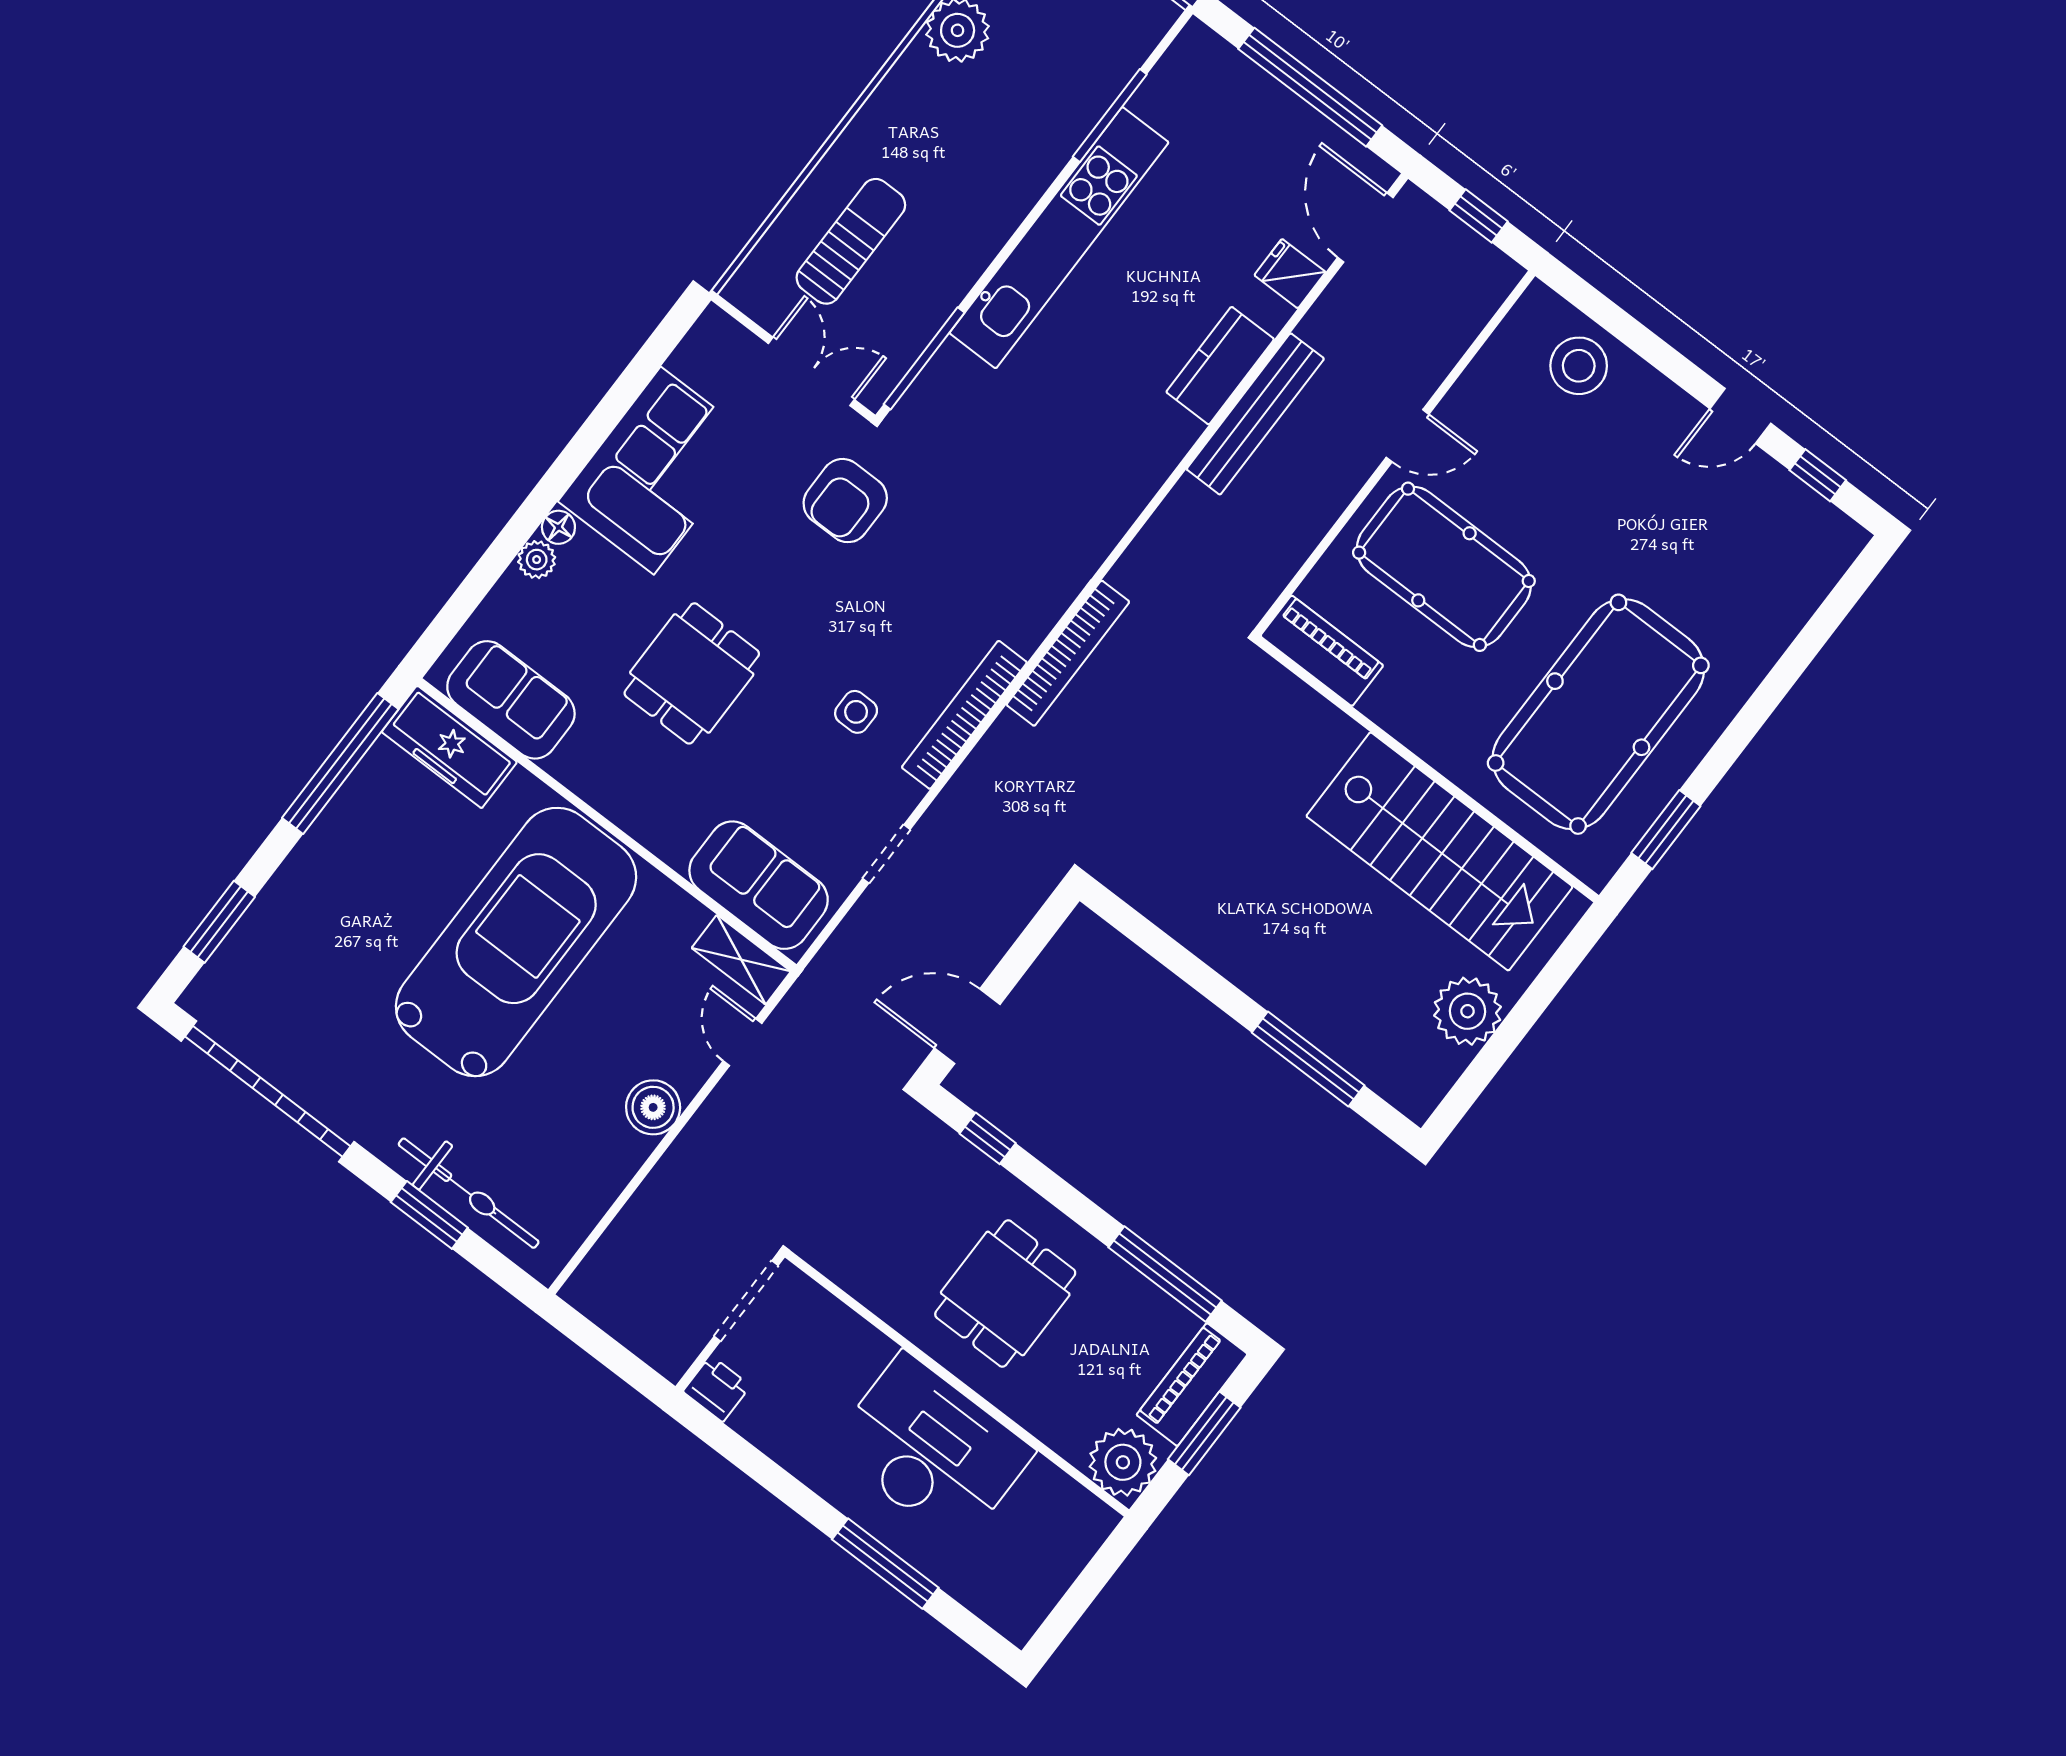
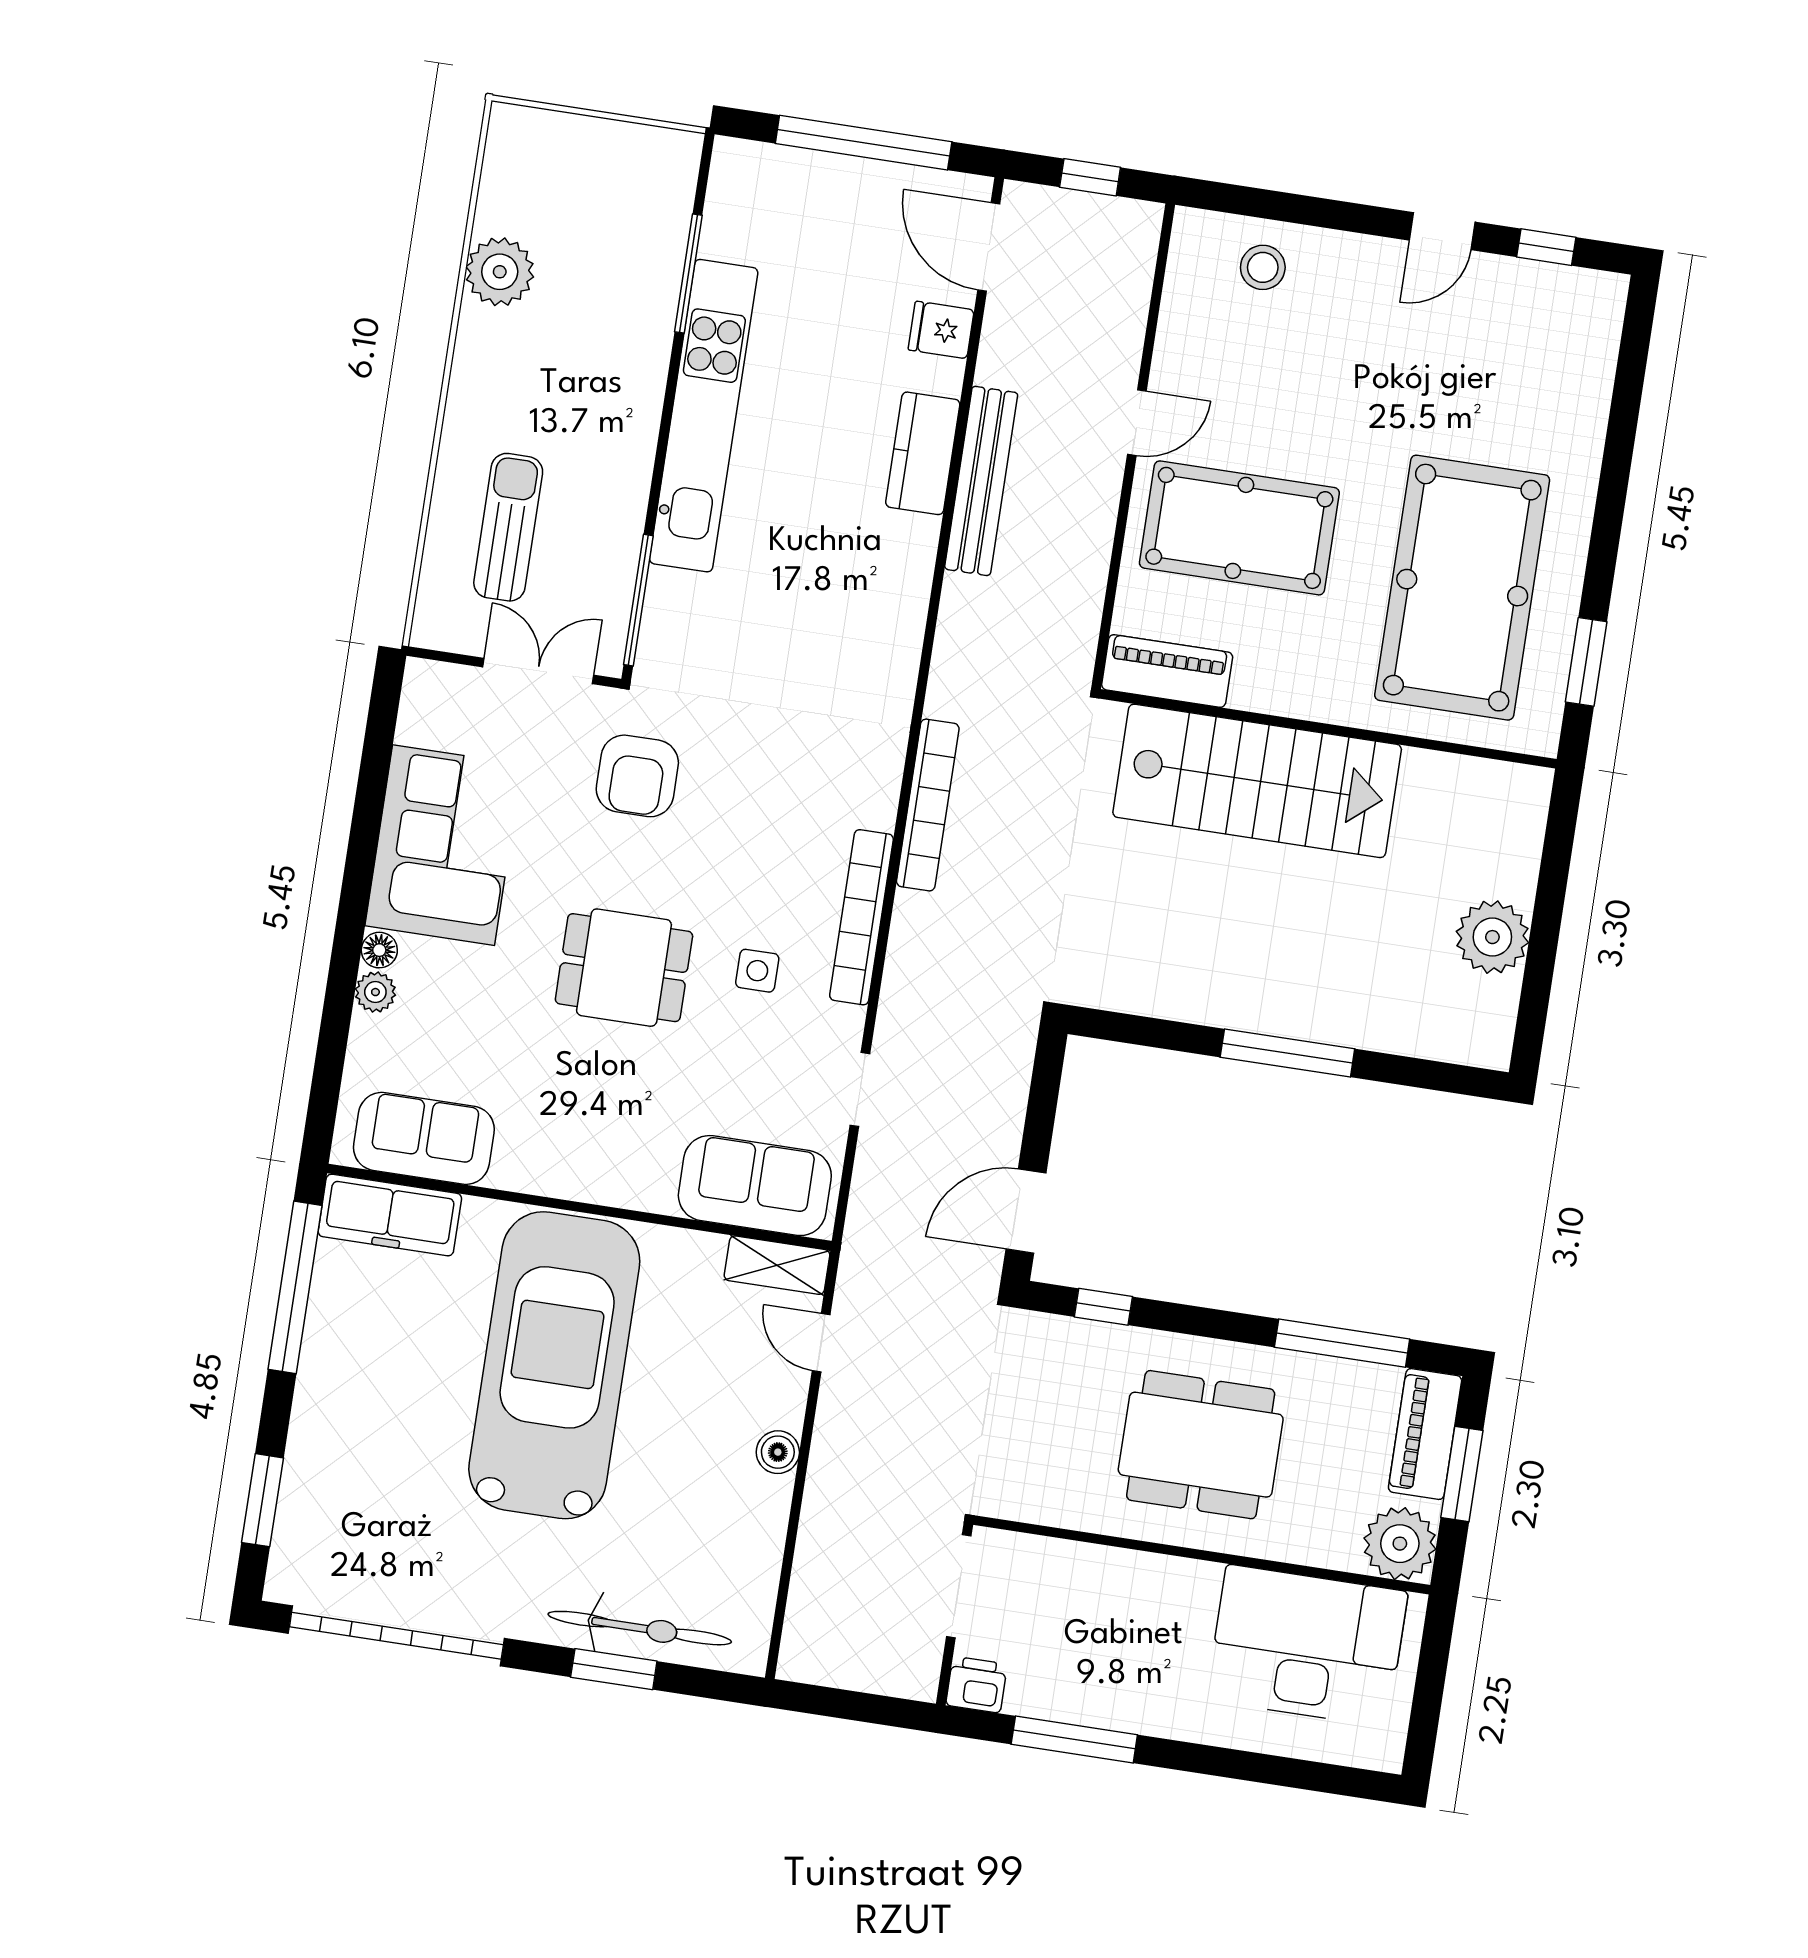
stool: (1579, 366) -> (1263, 267), width x0.73, depth x0.73
dining table: (692, 673) -> (624, 968), moved, turned 90
stairs: (1439, 851) -> (1257, 781), moved
window: (1308, 1059) -> (1287, 1053), moved
boiler: (653, 1107) -> (778, 1452), width x0.73, depth x0.73
dining table: (1005, 1293) -> (1201, 1445), width x1.38
desk: (931, 1450) -> (1307, 1646), moved
window: (885, 1564) -> (1074, 1740), moved

